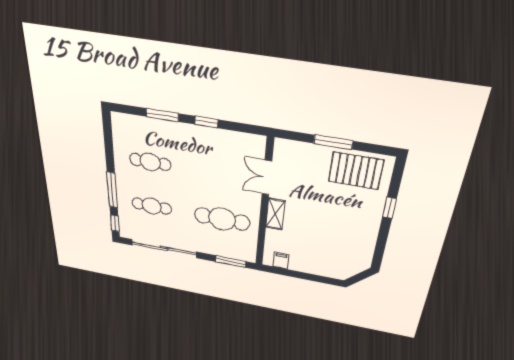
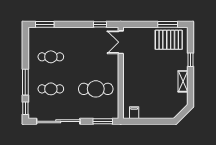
window: (162, 115) -> (45, 24), moved
window: (206, 122) -> (100, 24), moved
window: (333, 142) -> (168, 24), moved
double door: (267, 177) -> (121, 42), moved
shelving: (275, 214) -> (183, 81), moved

